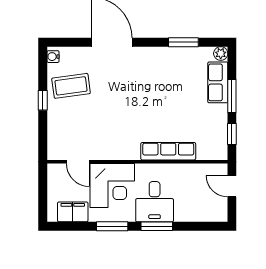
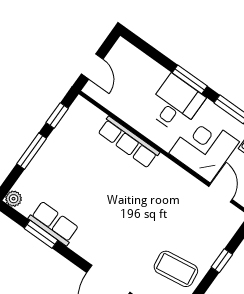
row of seats: (218, 82) -> (54, 223), moved, turned -90
window: (43, 100) -> (222, 261), moved

